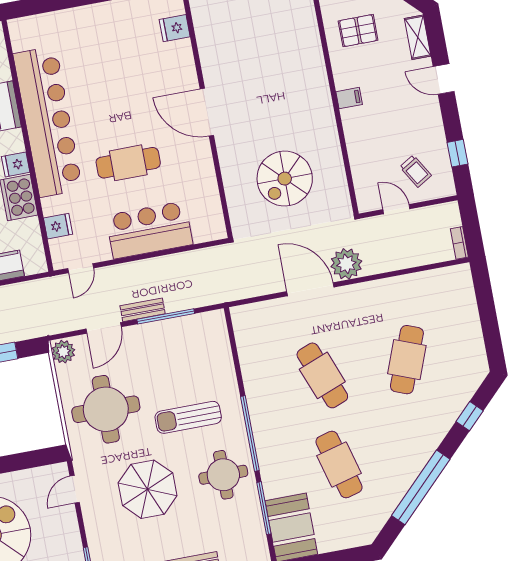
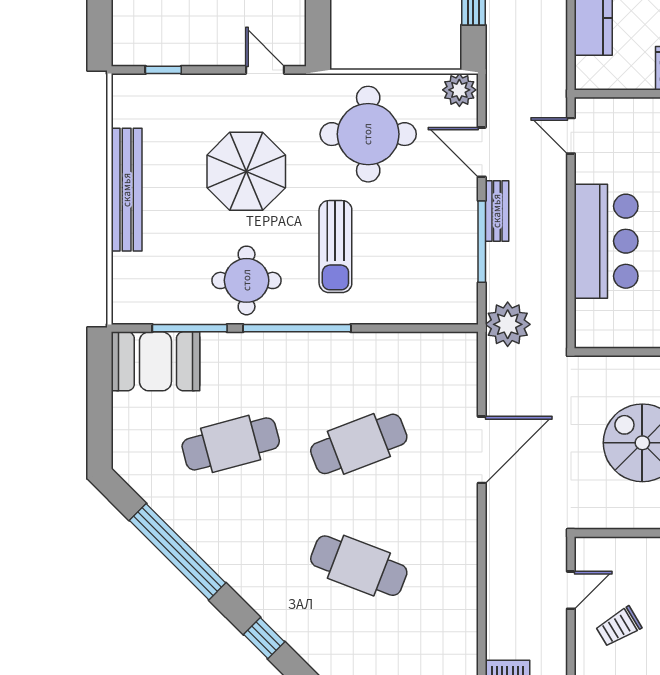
fridge: (58, 226) -> (635, 115), removed
plant: (346, 264) -> (508, 324), moved
sun lounger: (188, 417) -> (335, 247), turned 180

